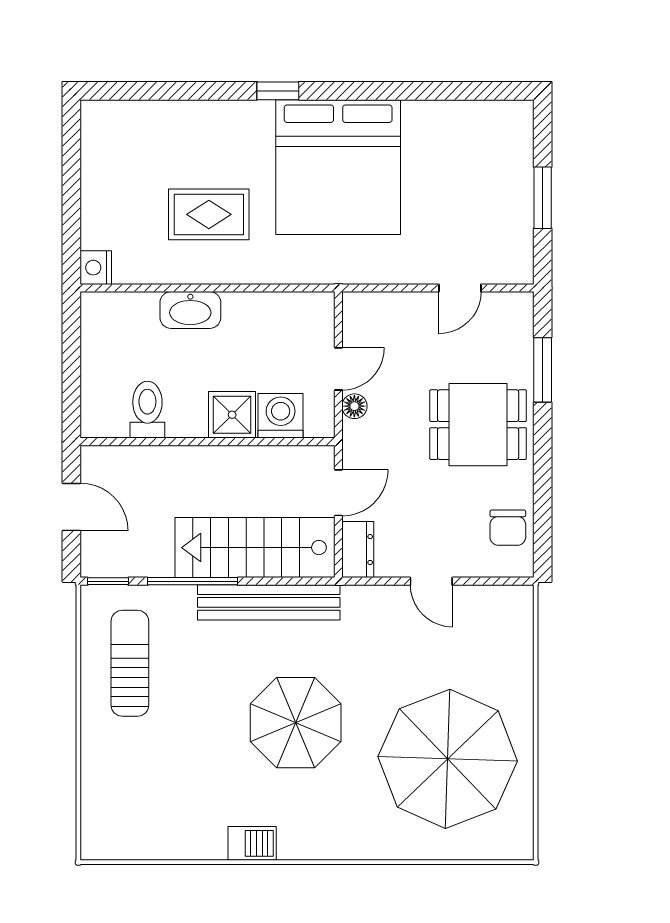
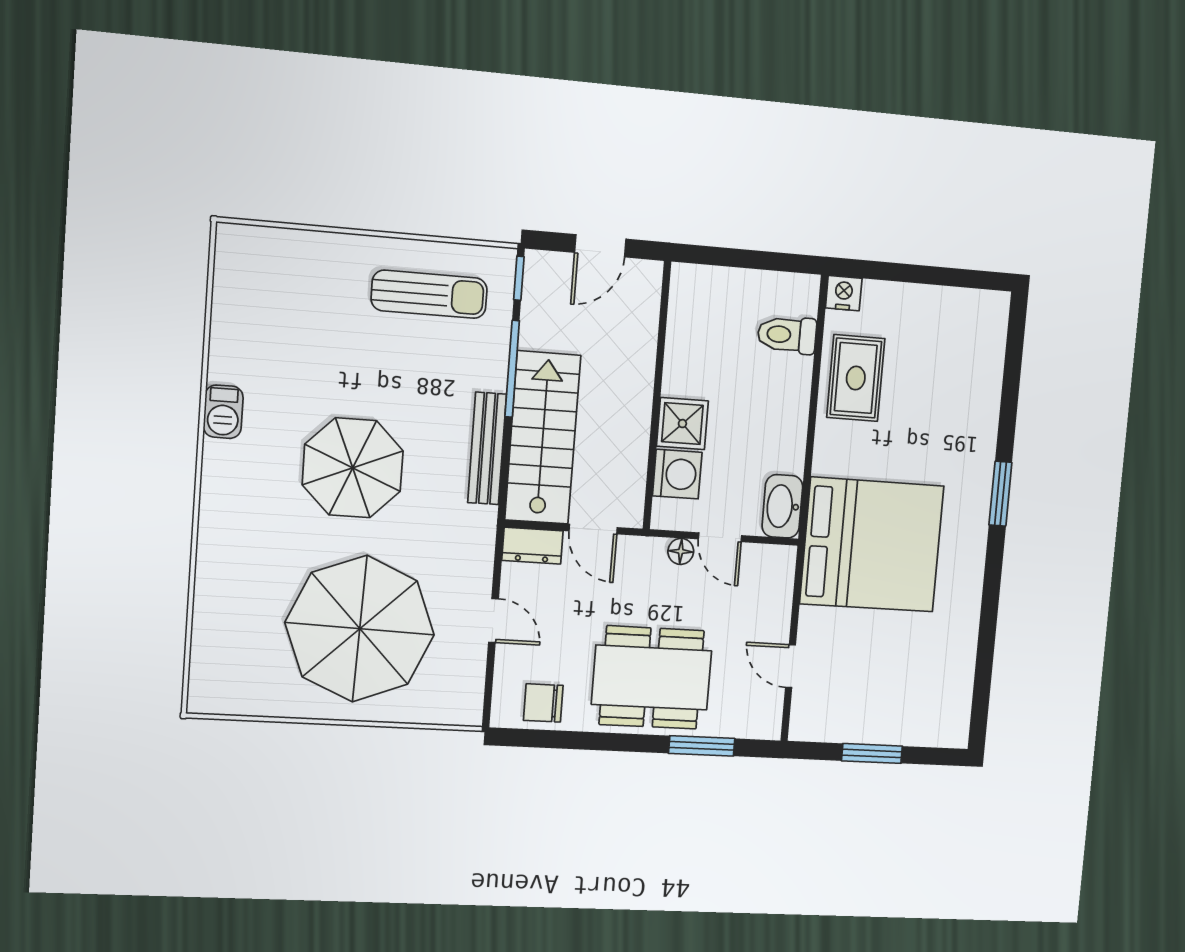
window: (278, 91) -> (1000, 494), width x1.50
bed: (338, 167) -> (872, 545), moved, turned 180
rug: (209, 214) -> (856, 378), moved
washbasin: (190, 310) -> (782, 506), moved
toilet: (147, 410) -> (787, 335), moved, turned 180
dining table: (478, 425) -> (652, 678), width x1.38
door: (431, 581) -> (494, 621), swing flipped
bench: (269, 602) -> (487, 448), width x0.73, depth x0.82
parasol: (448, 759) -> (360, 629), moved

